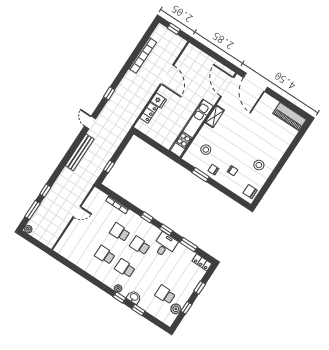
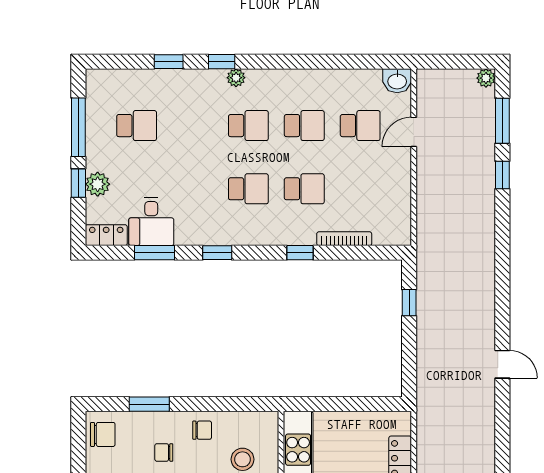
window: (109, 93) -> (502, 445), removed
bench: (80, 152) -> (484, 293), removed
window: (201, 175) -> (149, 404), moved
door: (77, 212) -> (414, 132), moved
window: (147, 217) -> (300, 253), moved
school desk: (85, 242) -> (360, 126), added
desk: (165, 245) -> (151, 222), moved
washbasin: (134, 297) -> (397, 81), moved
window: (186, 308) -> (78, 127), width x2.17
plant: (176, 309) -> (98, 184), moved

